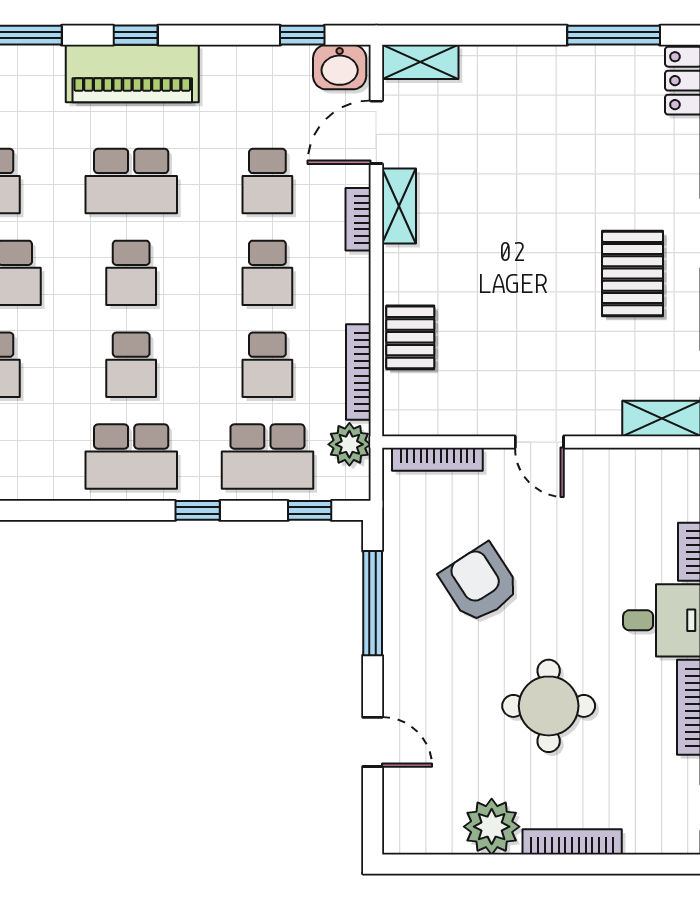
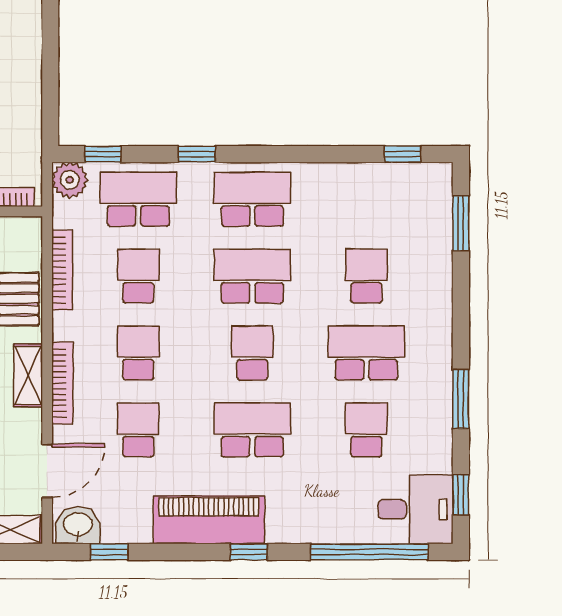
piano: (132, 74) -> (209, 520), moved
shelving: (399, 206) -> (28, 375), moved
bookcase: (358, 219) -> (62, 383), width x1.56
school desk: (131, 365) -> (252, 276), width x1.85
plant: (349, 444) -> (70, 180), moved
window: (373, 603) -> (50, 77), removed

